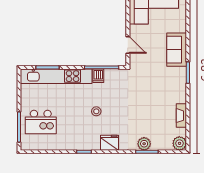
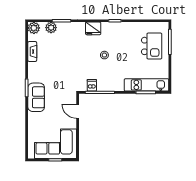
sofa: (177, 50) -> (36, 97), moved
kitchen unit: (56, 76) -> (147, 85), width x0.73
dishwasher: (98, 76) -> (92, 85), moved
kitchen island: (41, 122) -> (152, 46), turned 90
plant: (144, 144) -> (51, 28), moved

